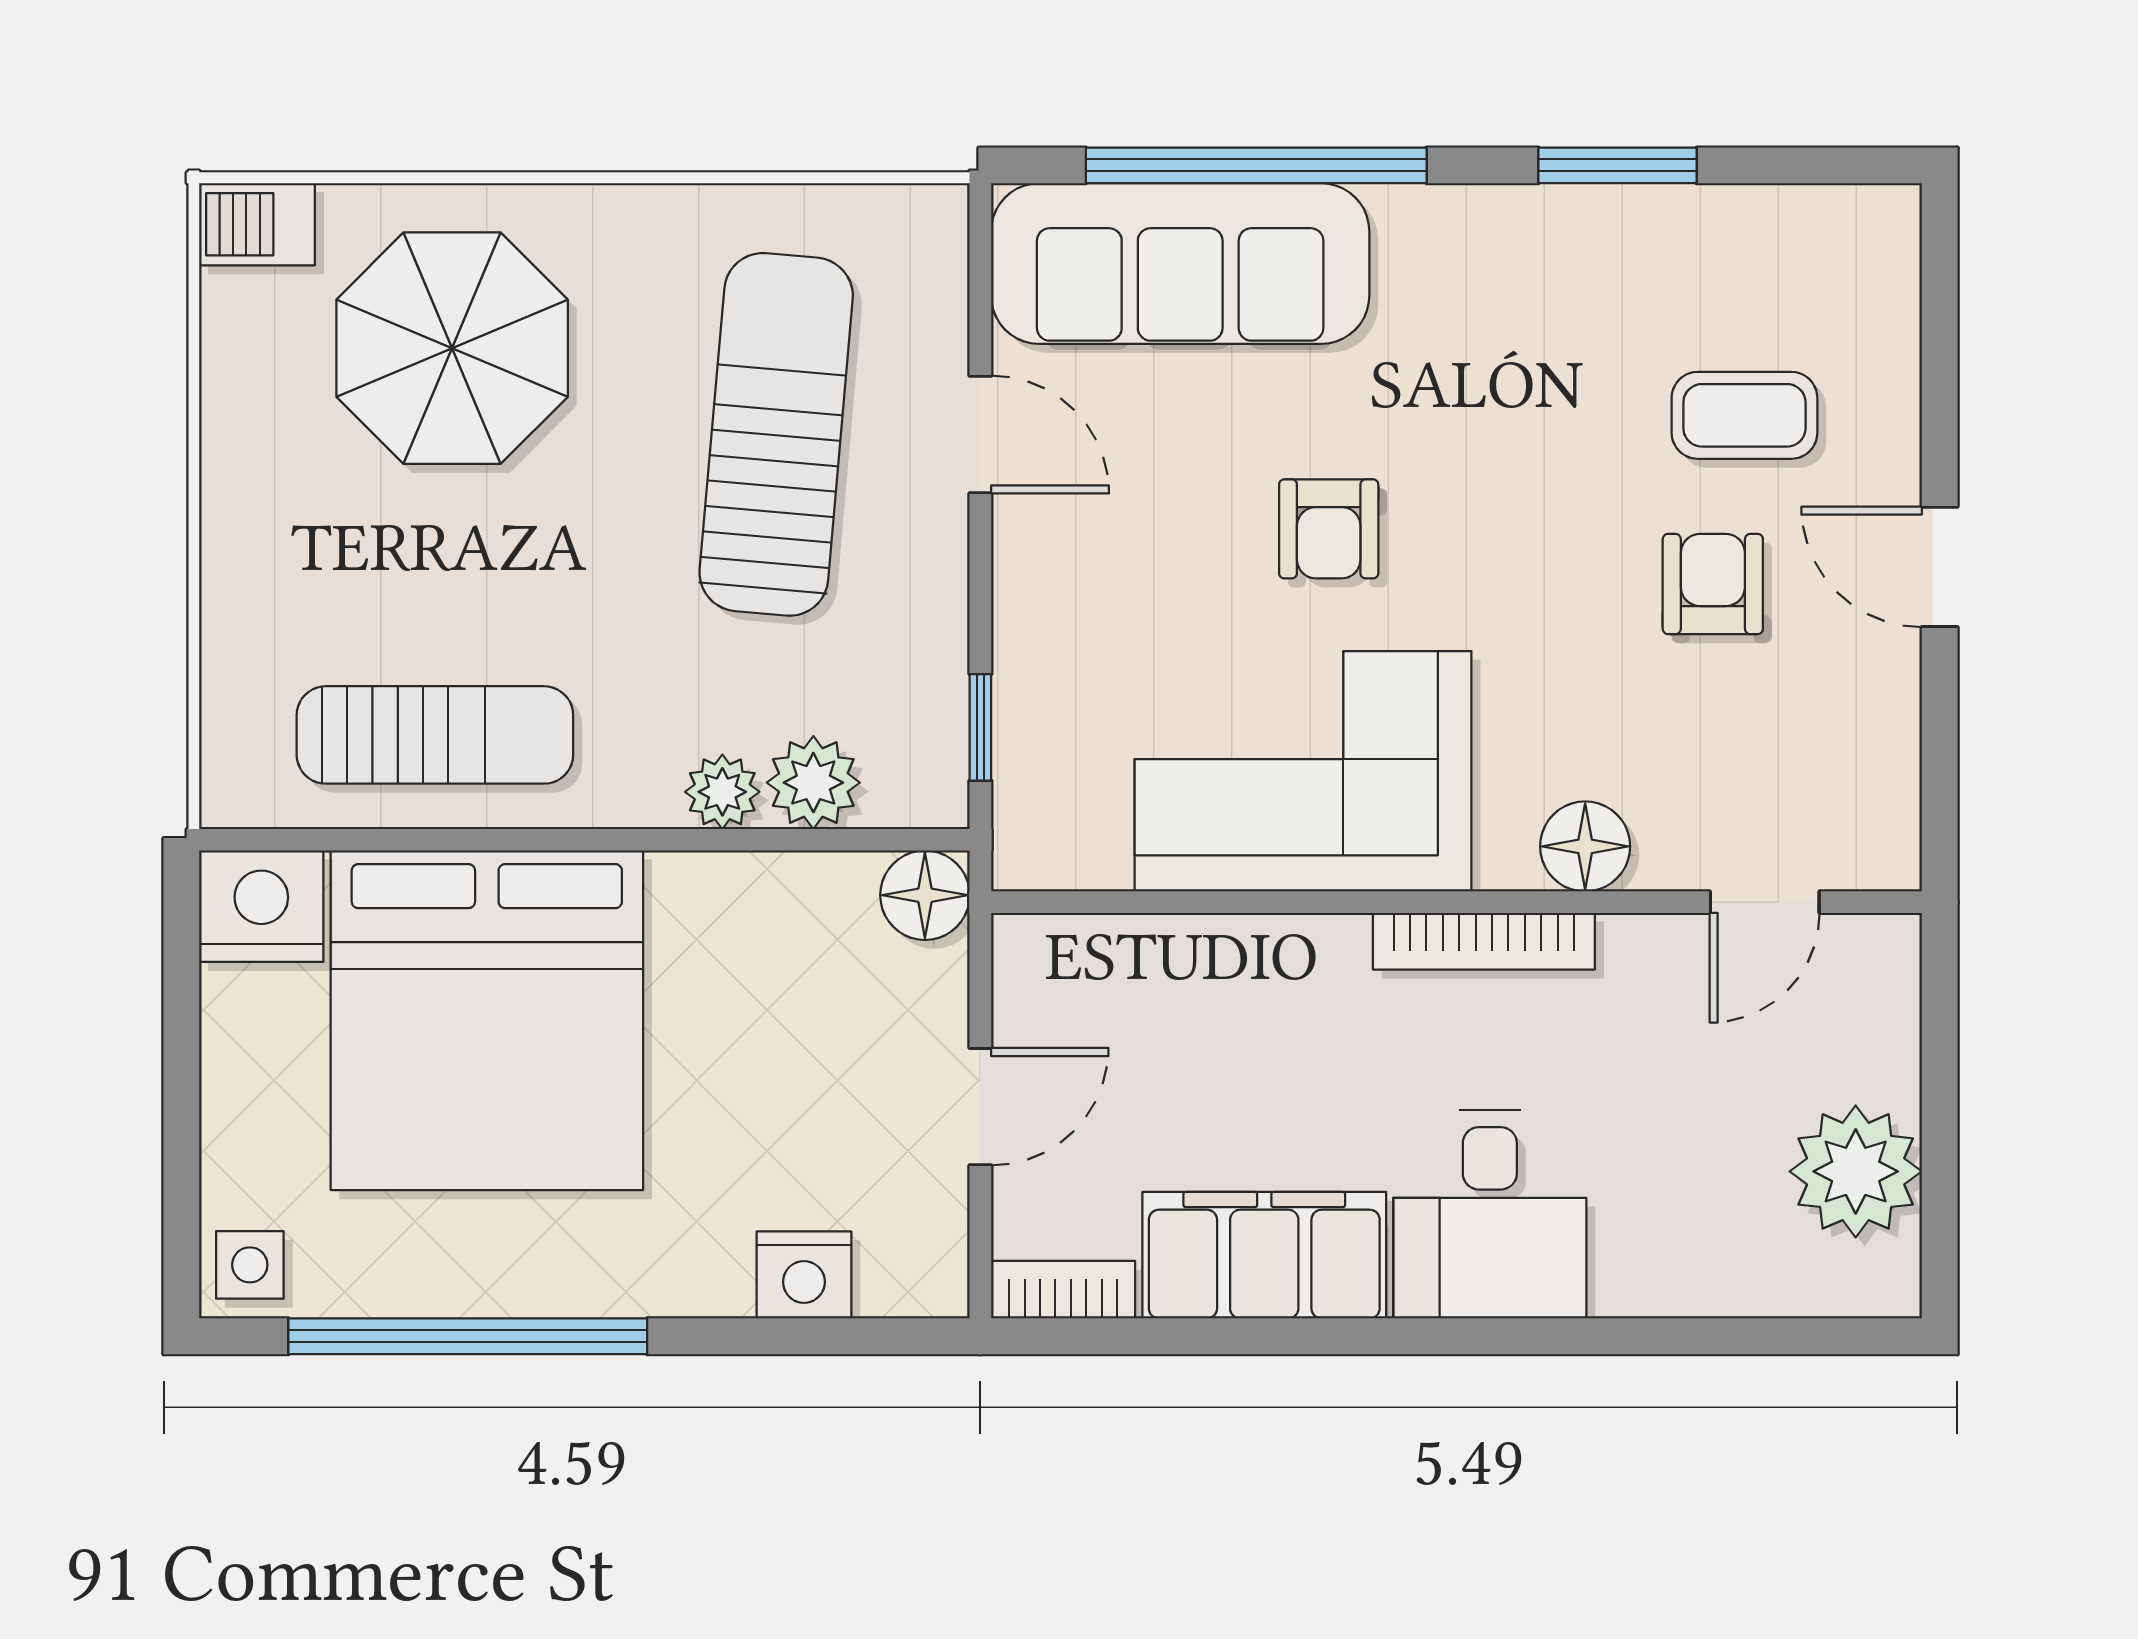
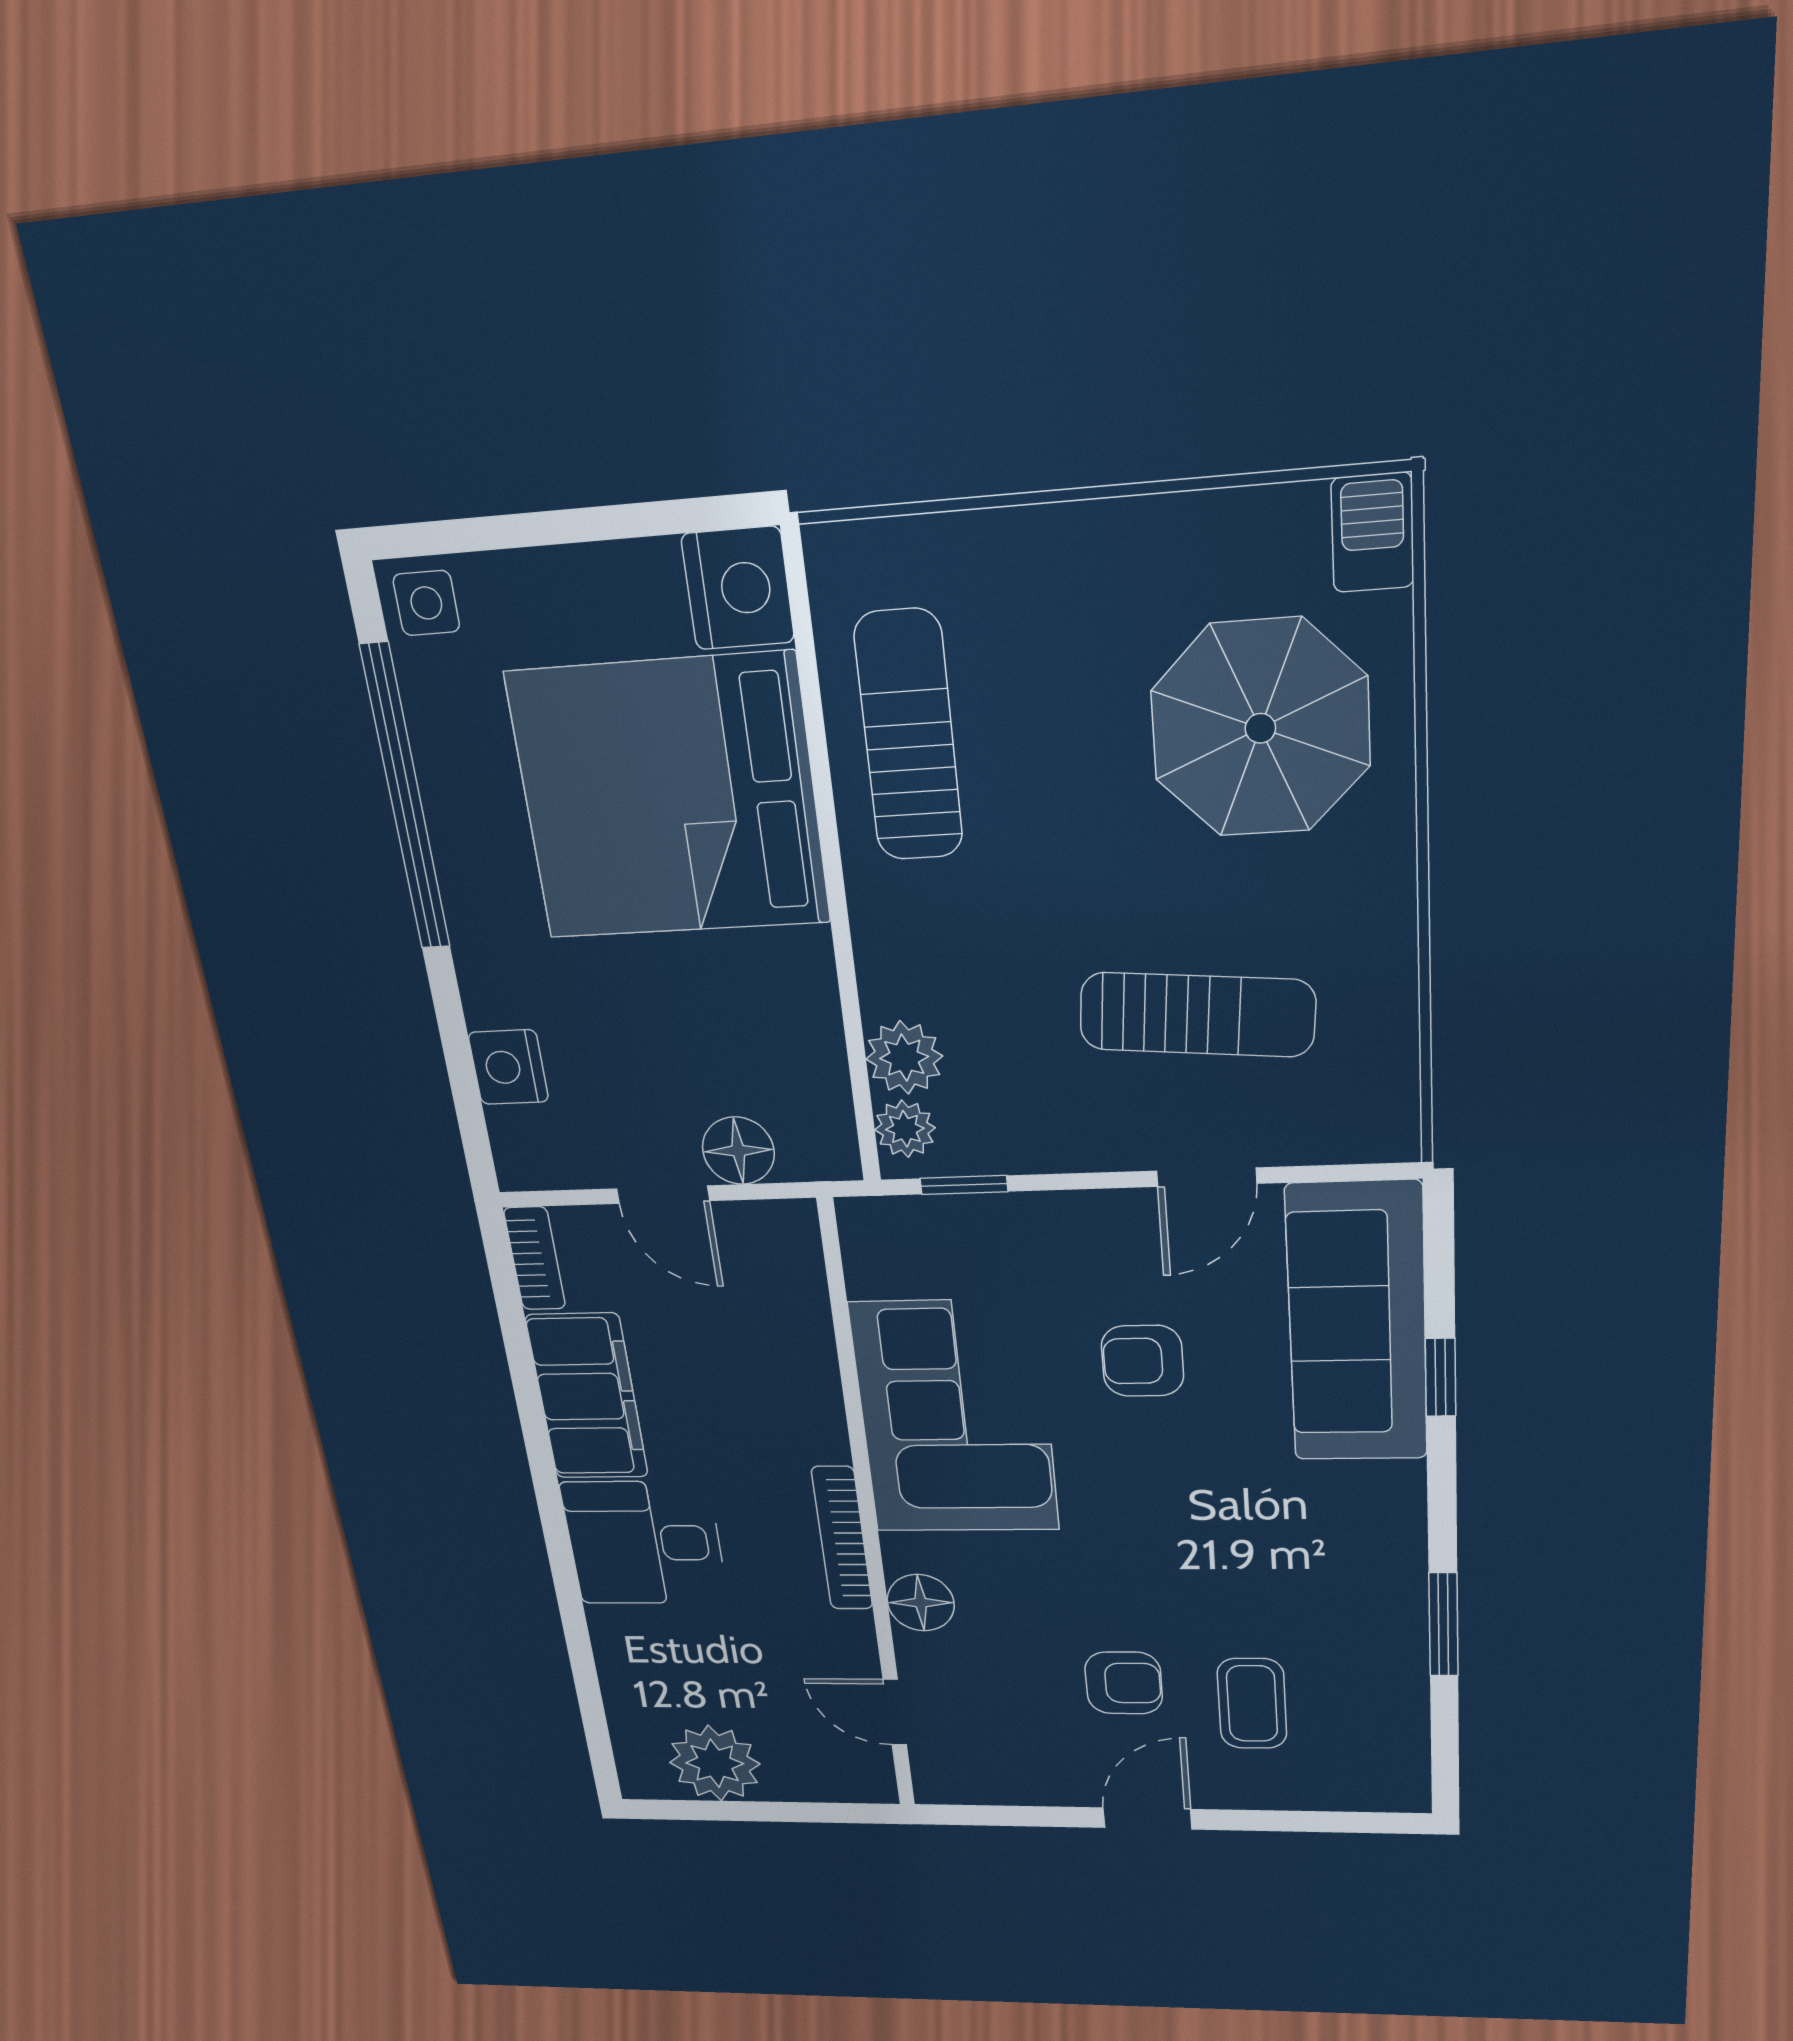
window: (1256, 165) -> (1441, 1377), width x0.32
sun lounger: (776, 434) -> (1197, 1015), width x0.73, depth x0.75
armchair: (1329, 529) -> (1143, 1361), moved
sun lounger: (435, 735) -> (909, 736), turned 180
plant: (722, 792) -> (905, 1129), moved
floor lamp: (925, 895) -> (738, 1151), moved

